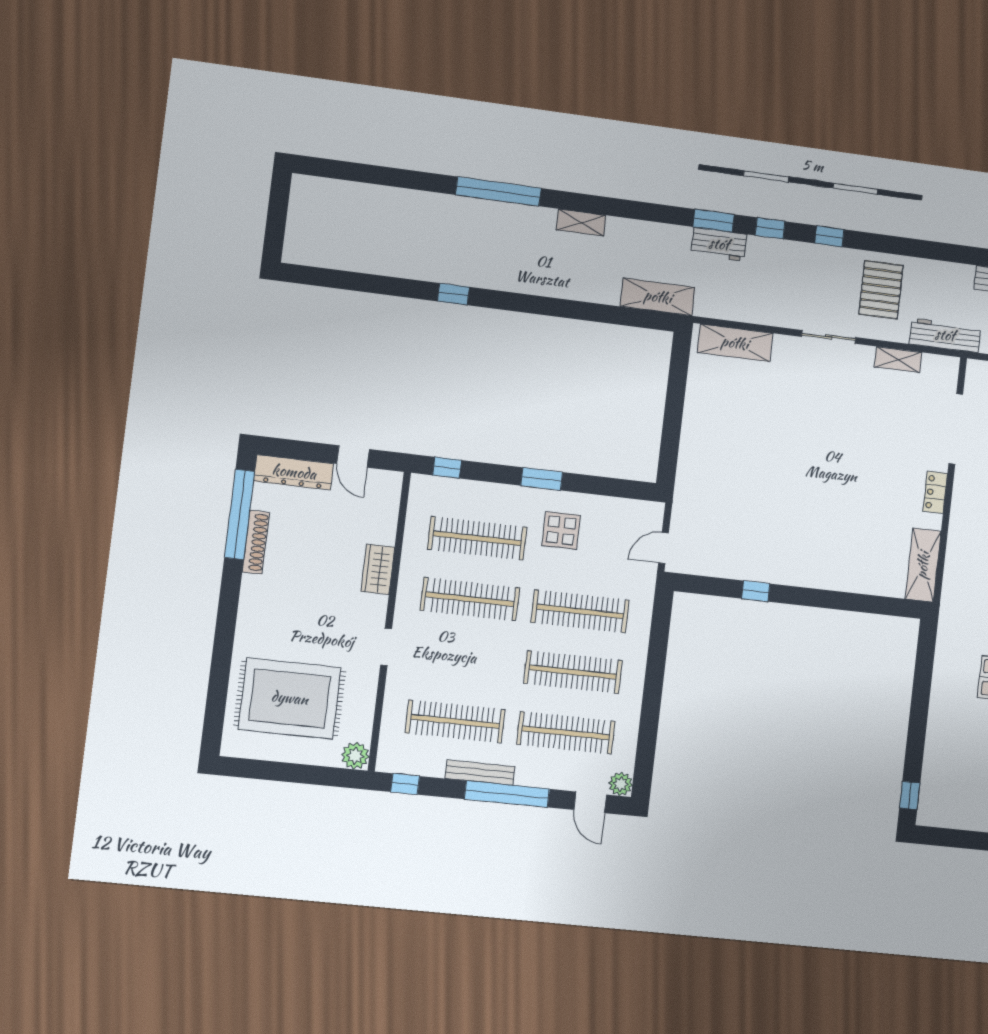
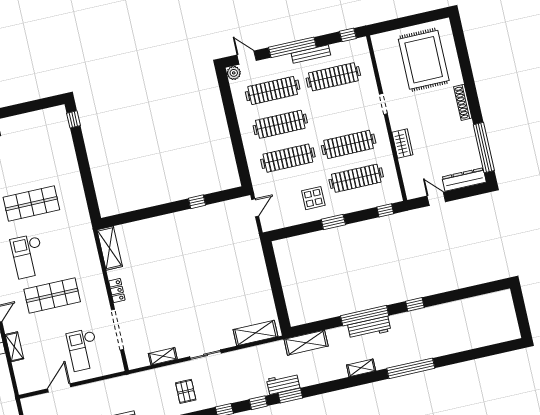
pallet: (881, 290) -> (186, 391), width x0.67, depth x0.71
window: (545, 306) -> (365, 316), added
workbench: (945, 335) -> (369, 328), moved
shoe rack: (256, 542) -> (463, 102), moved
rug: (290, 698) -> (424, 60), turned 90
plant: (355, 756) -> (379, 41), removed

